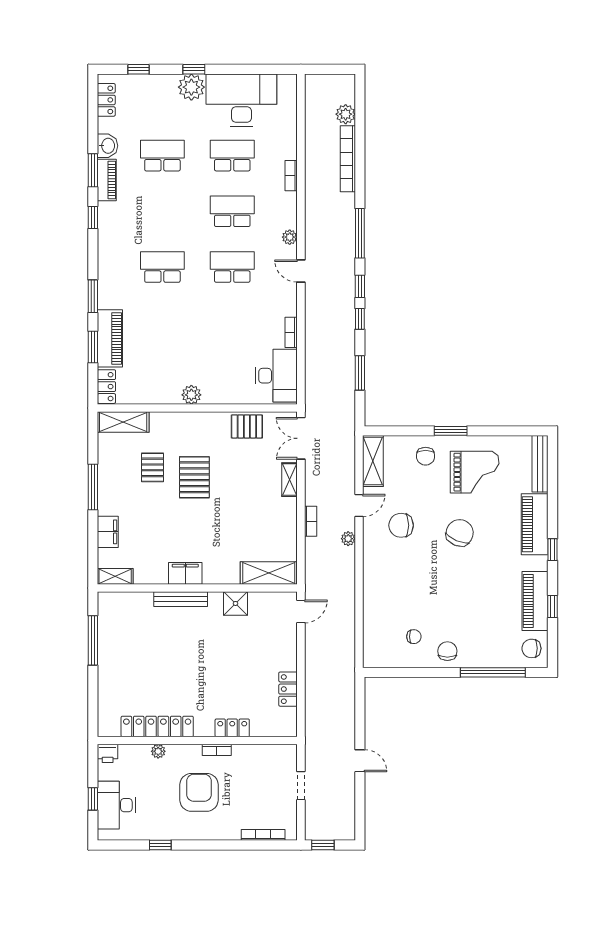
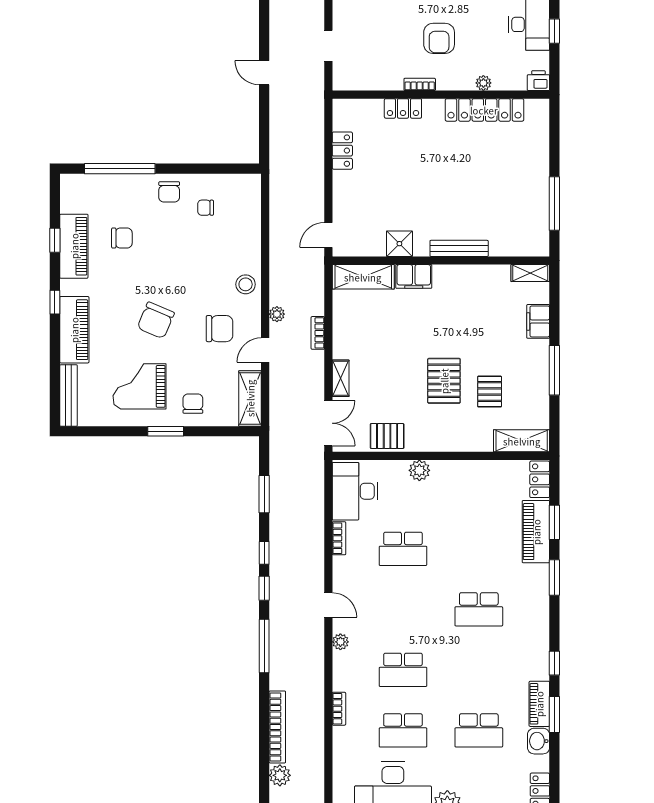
school desk: (232, 267) -> (403, 549), moved
plant: (191, 395) -> (419, 470), moved
stool: (377, 566) -> (246, 284), added
filing cabinet: (185, 573) -> (414, 276), moved
chair: (531, 648) -> (122, 238), moved
armchair: (199, 792) -> (439, 38), width x0.73, depth x0.73

